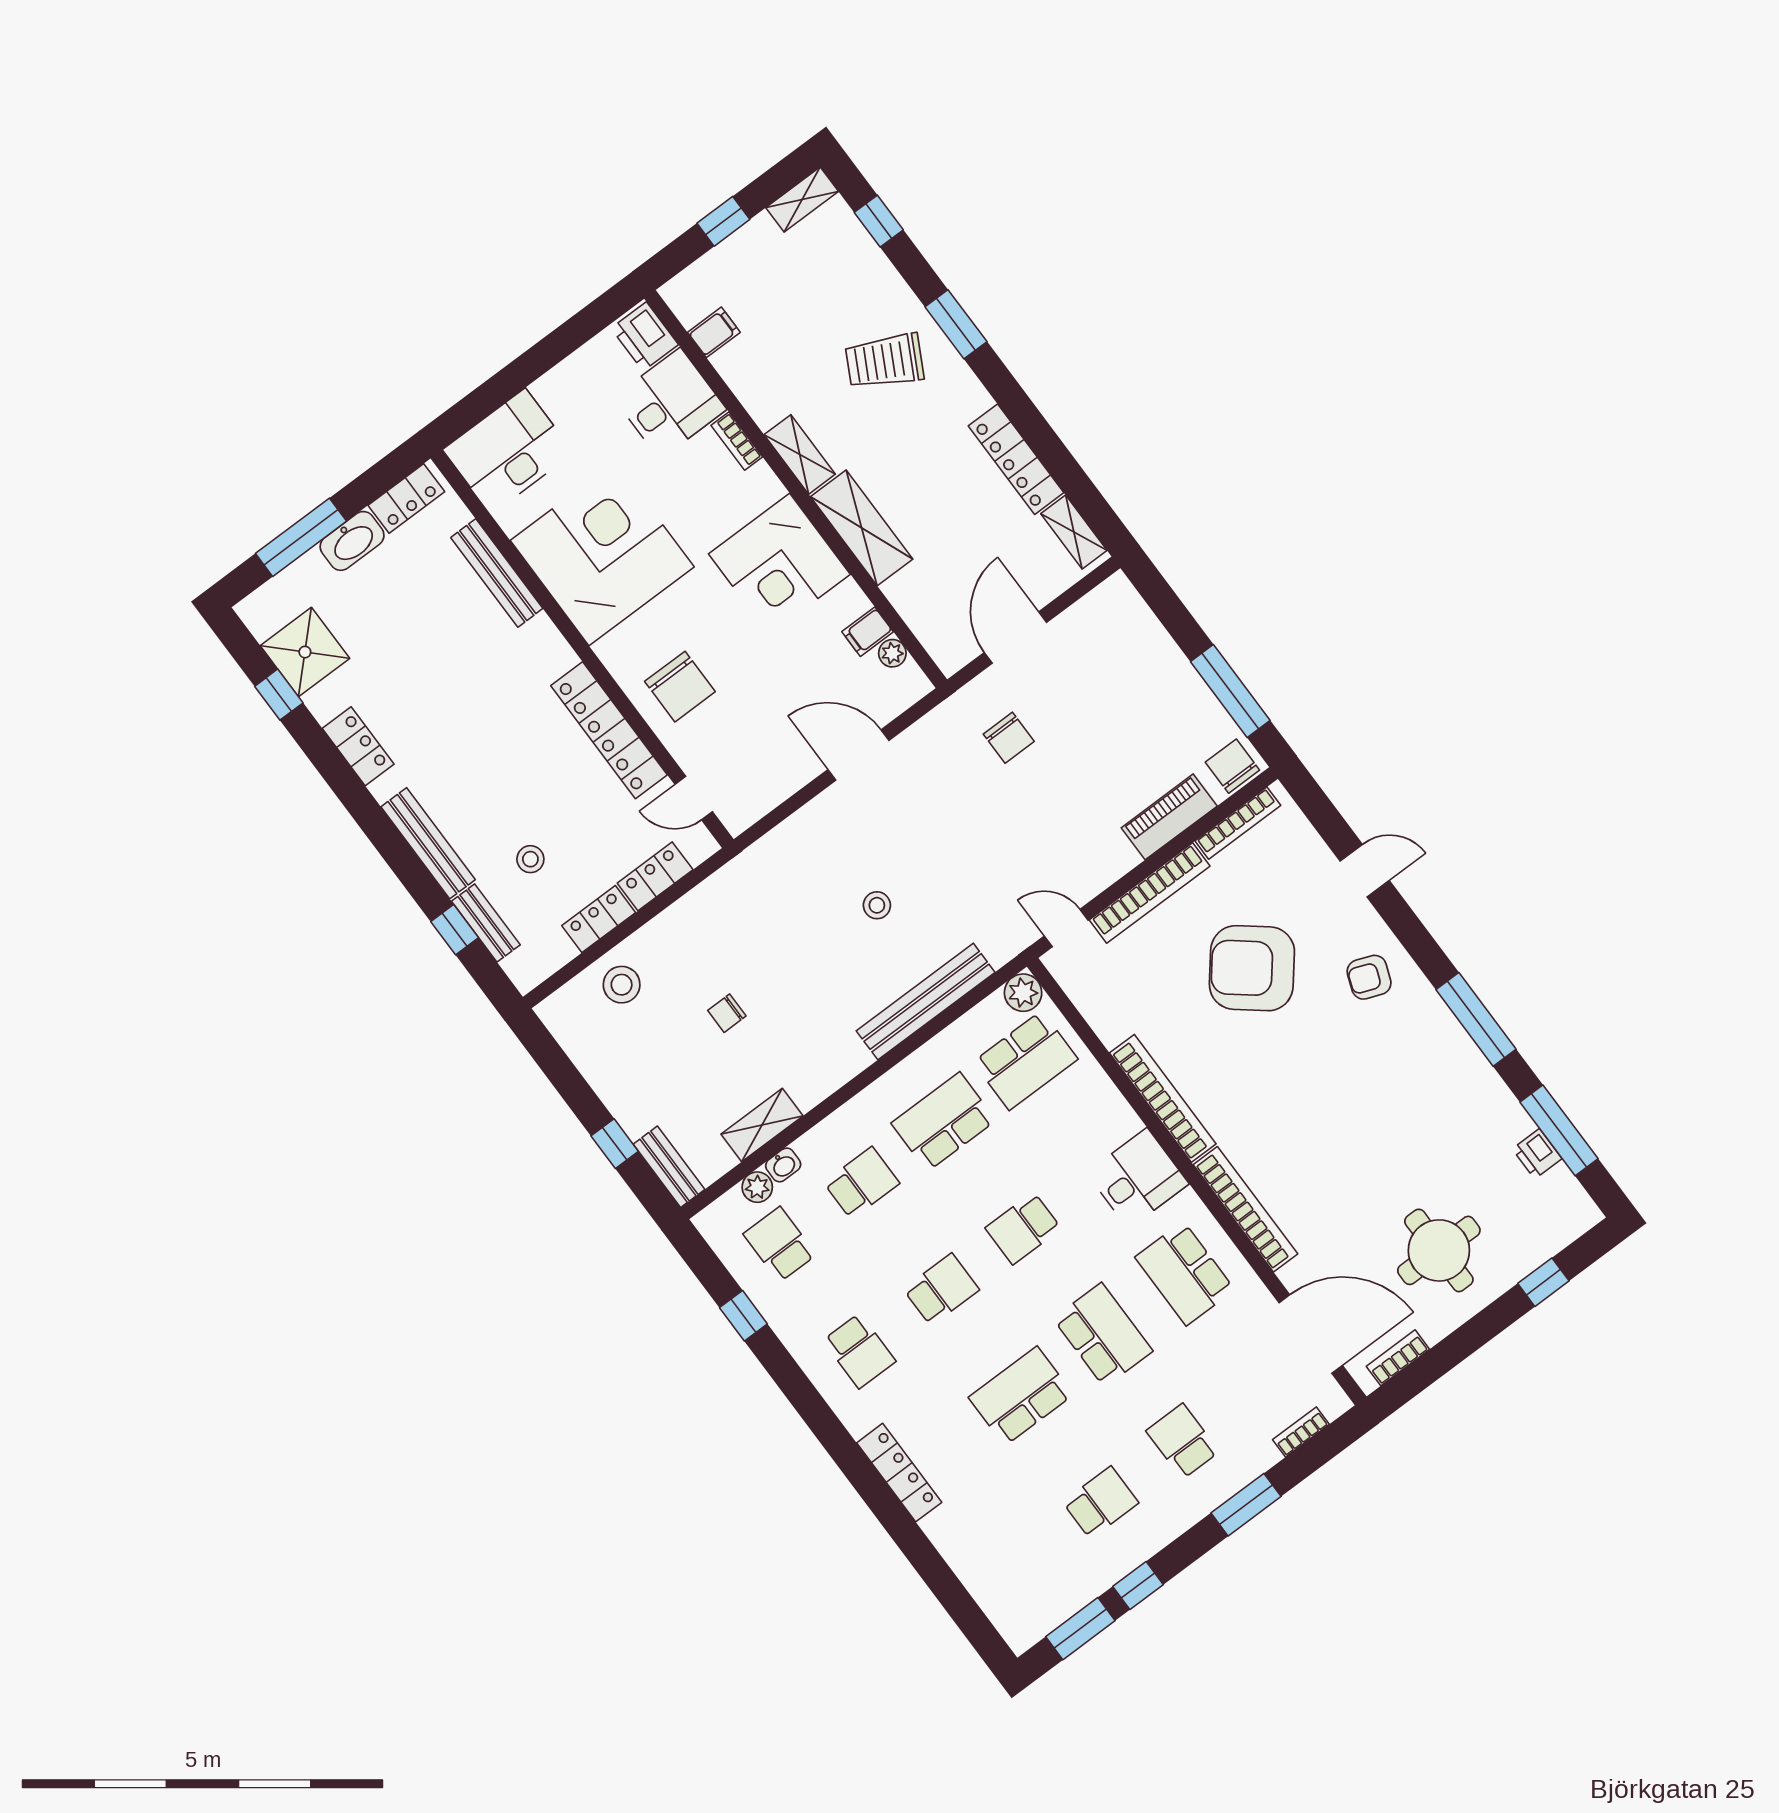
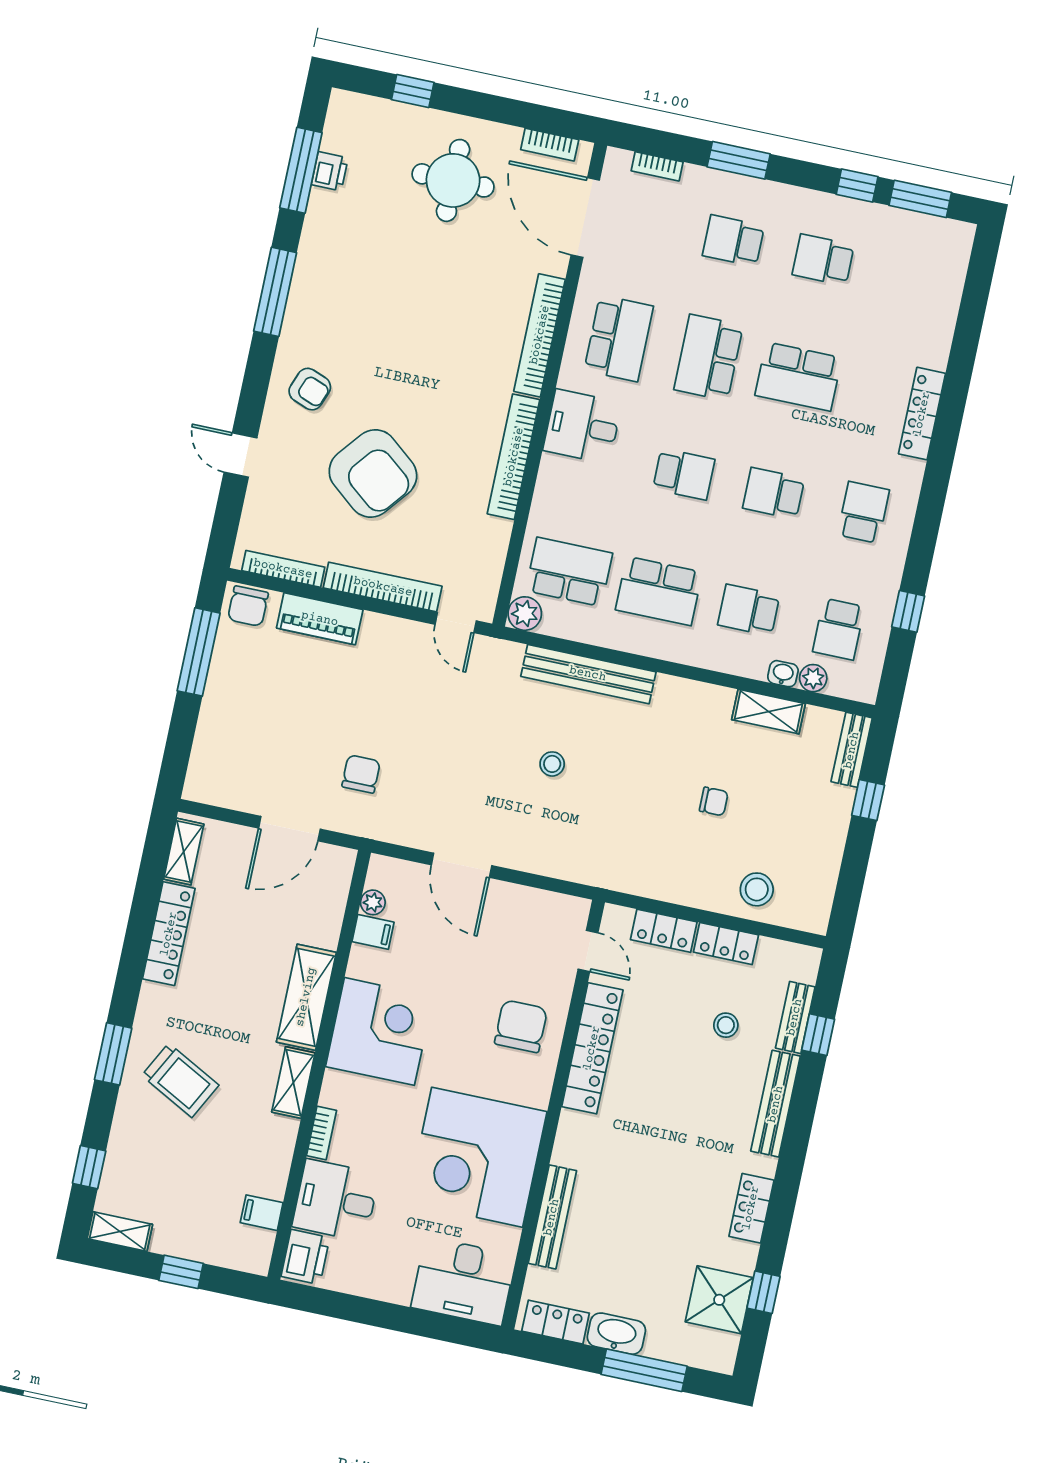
school desk: (1183, 1441) -> (733, 241), turned 90

